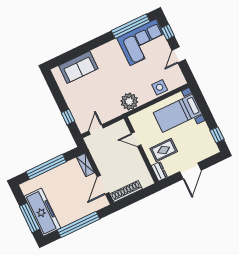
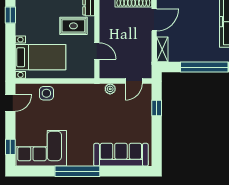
window: (131, 26) -> (77, 171), moved
door: (179, 55) -> (10, 103), moved
sofa: (78, 67) -> (121, 155), width x1.36
plant: (129, 101) -> (110, 89), moved, width x0.53, depth x0.53

